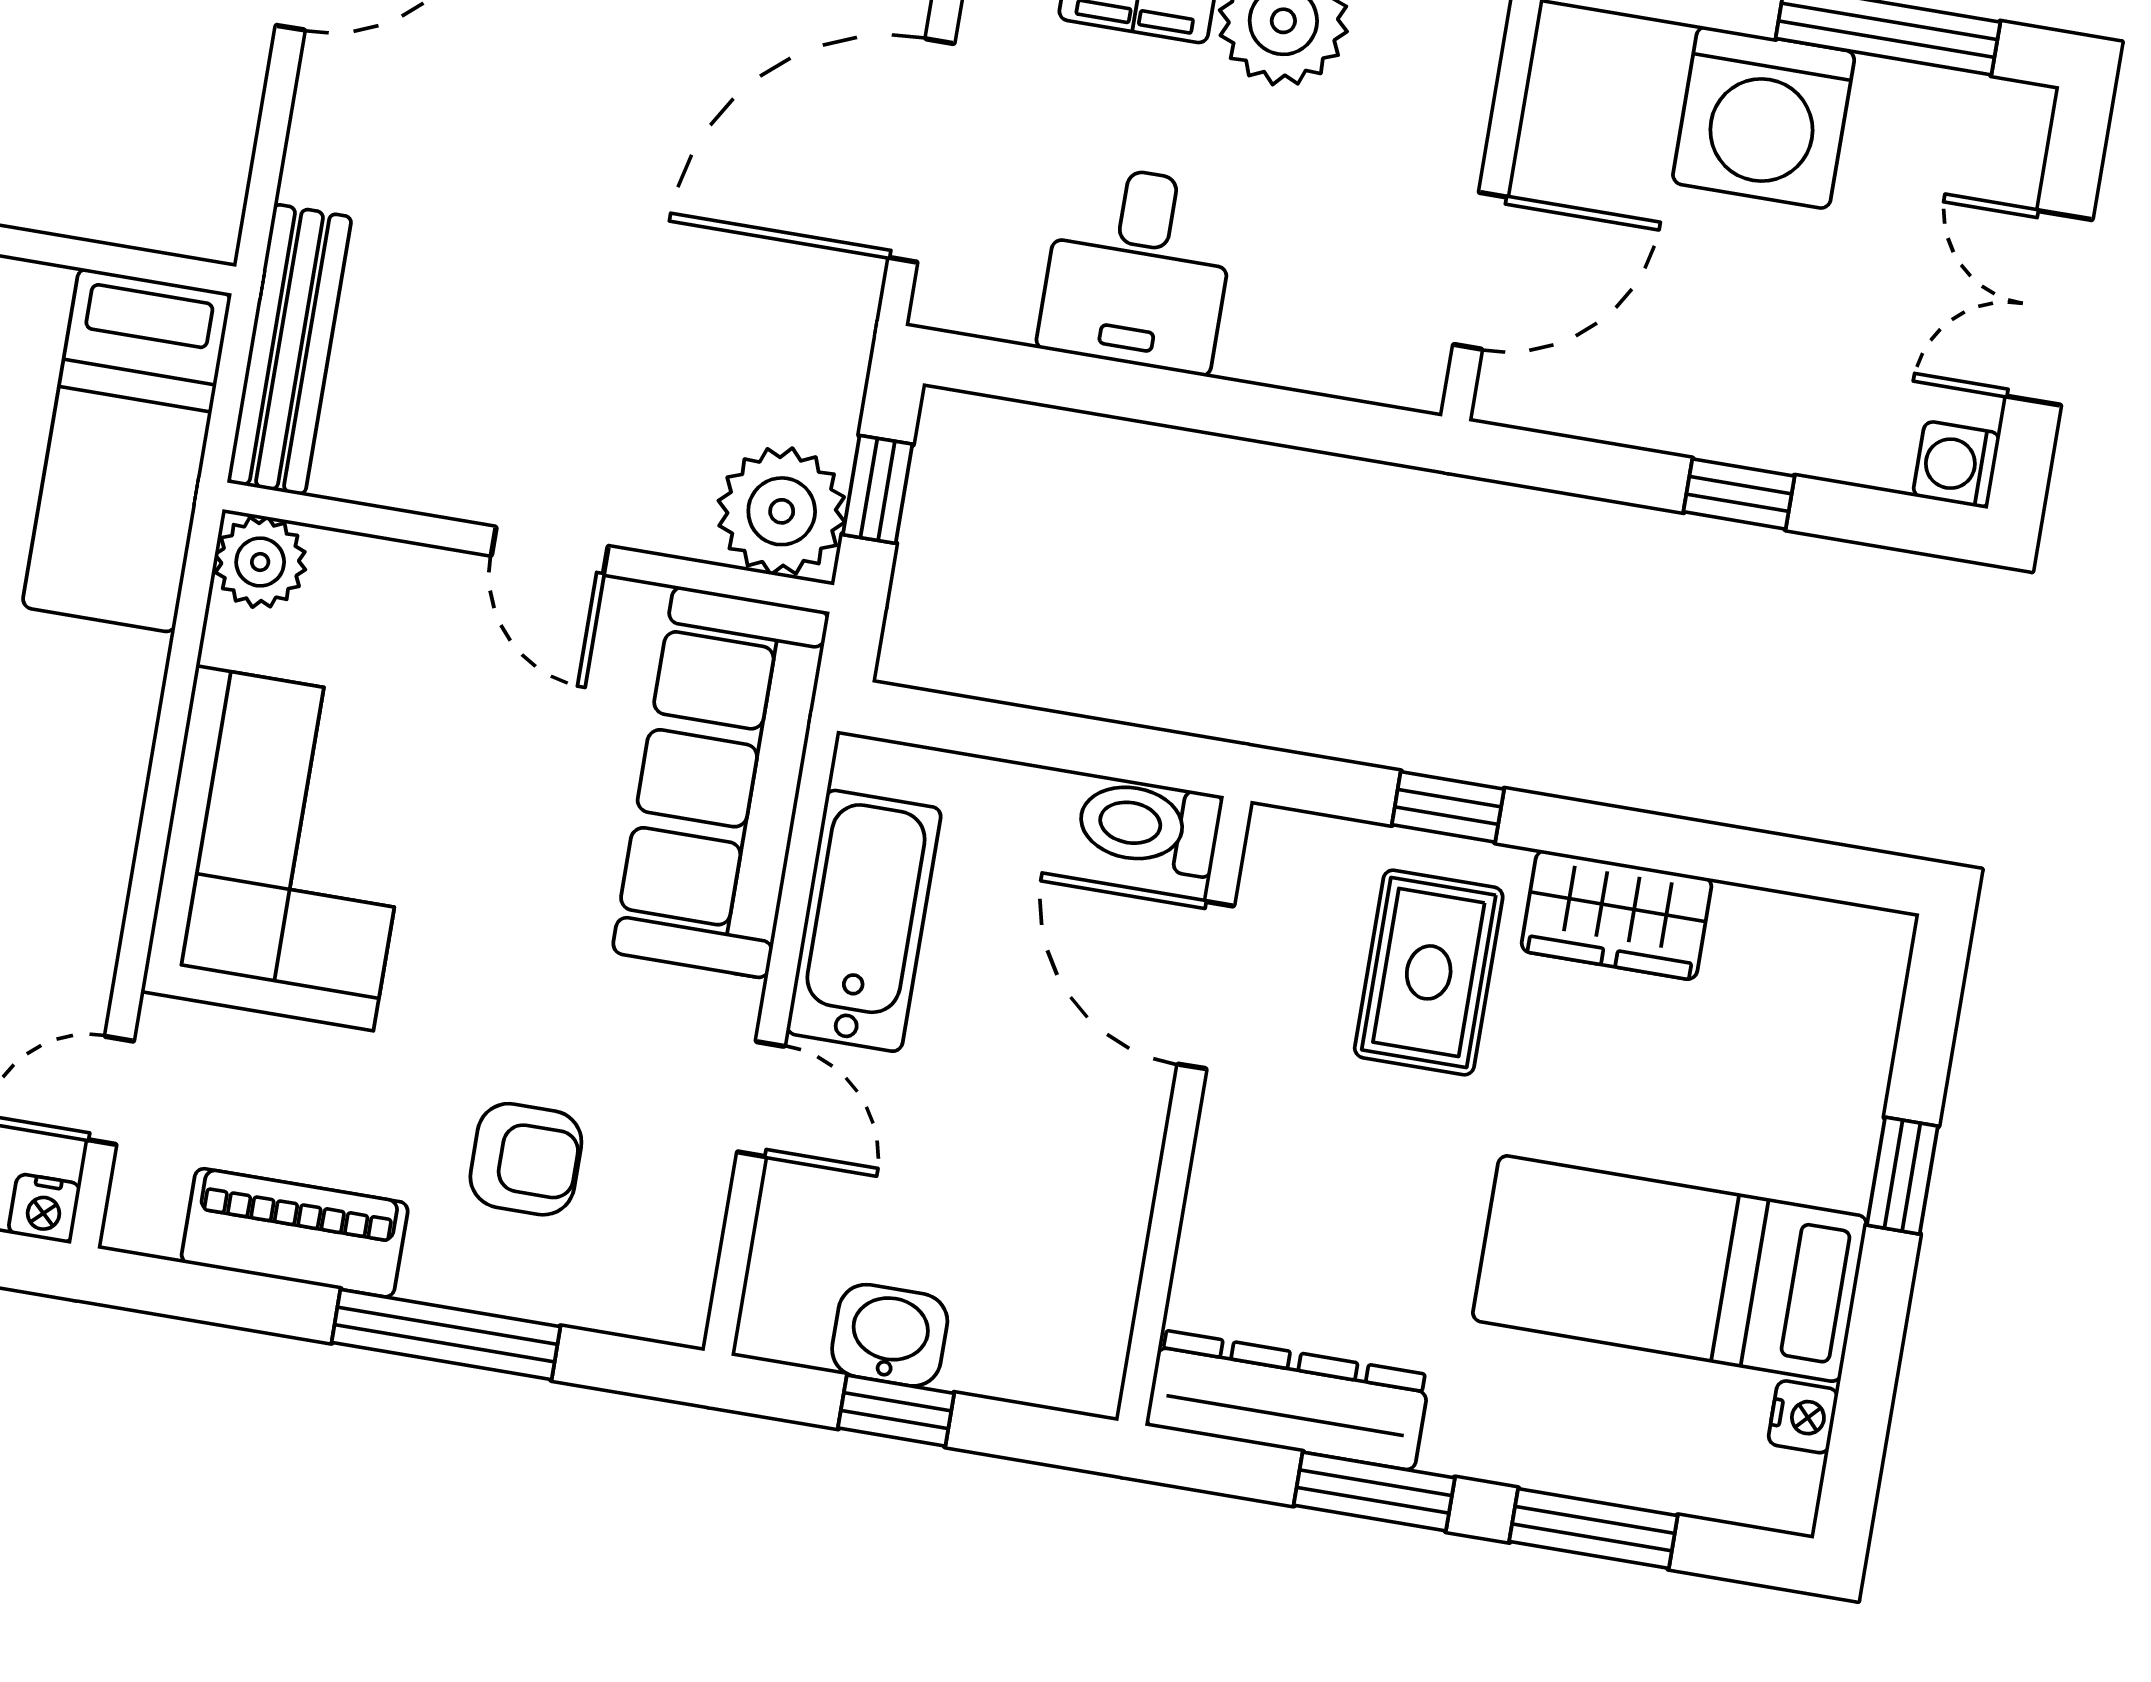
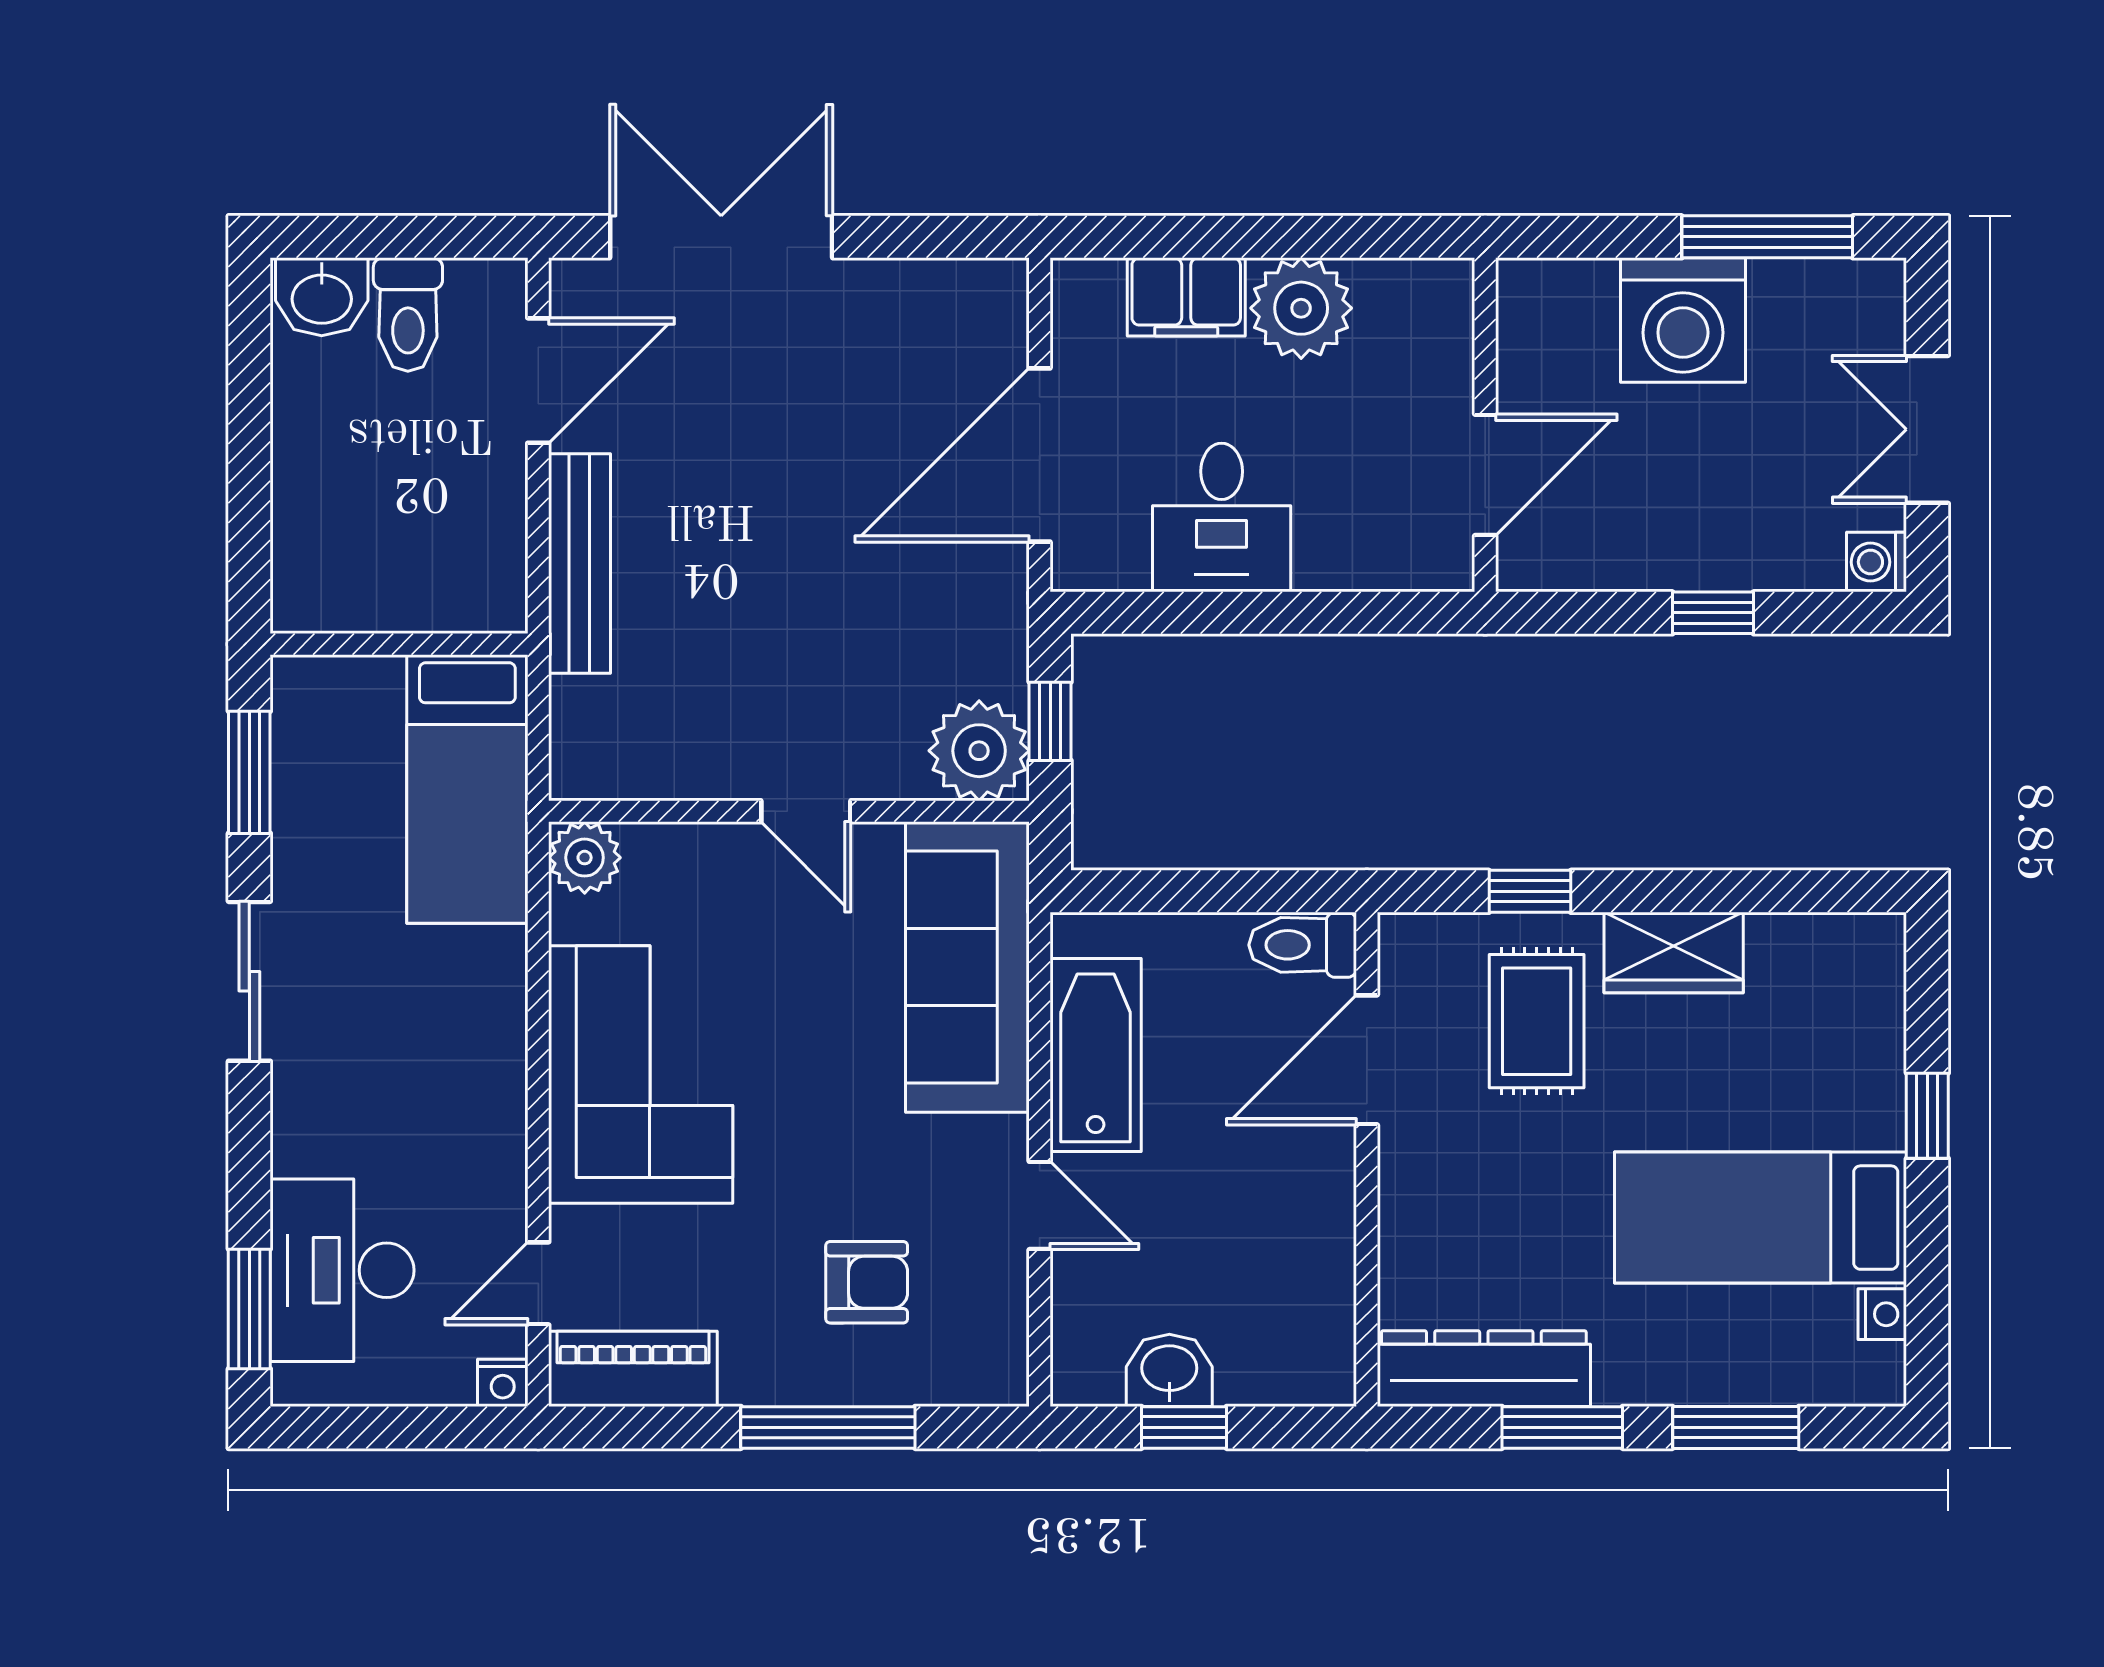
bench: (290, 349) -> (579, 564), moved
door: (1206, 985) -> (1367, 1060), hinge flipped
piano: (295, 1233) -> (633, 1369), moved

